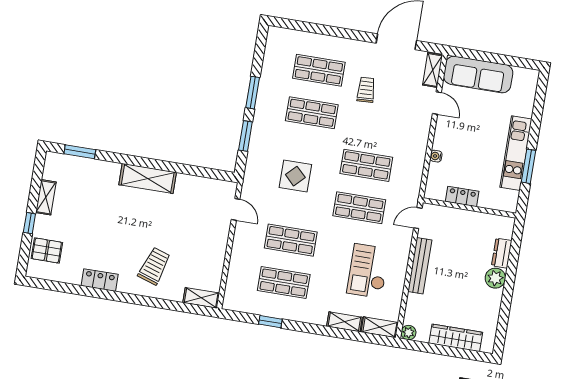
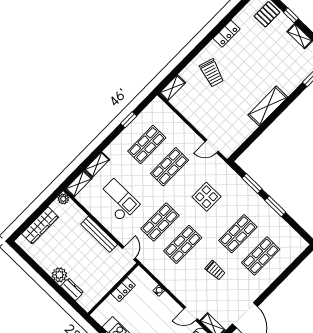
trolley: (366, 90) -> (215, 270), moved

